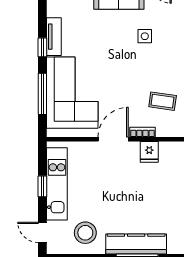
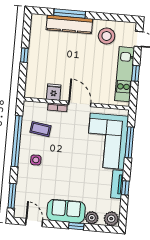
side table: (145, 36) -> (36, 160), moved
window: (42, 47) -> (125, 188), moved
door: (113, 139) -> (80, 104), swing flipped

